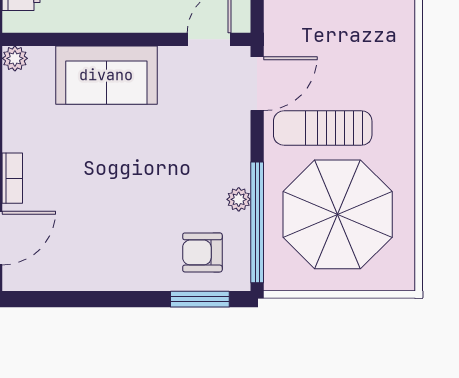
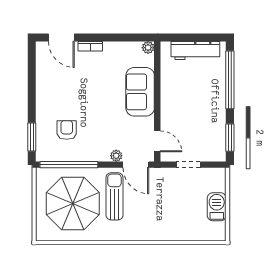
plant: (239, 199) -> (116, 156), moved
armchair: (202, 252) -> (67, 130), moved

